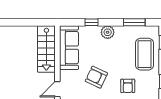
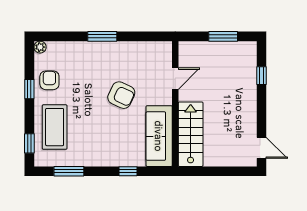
plant: (108, 32) -> (106, 157), removed
armchair: (128, 86) -> (49, 80), moved

